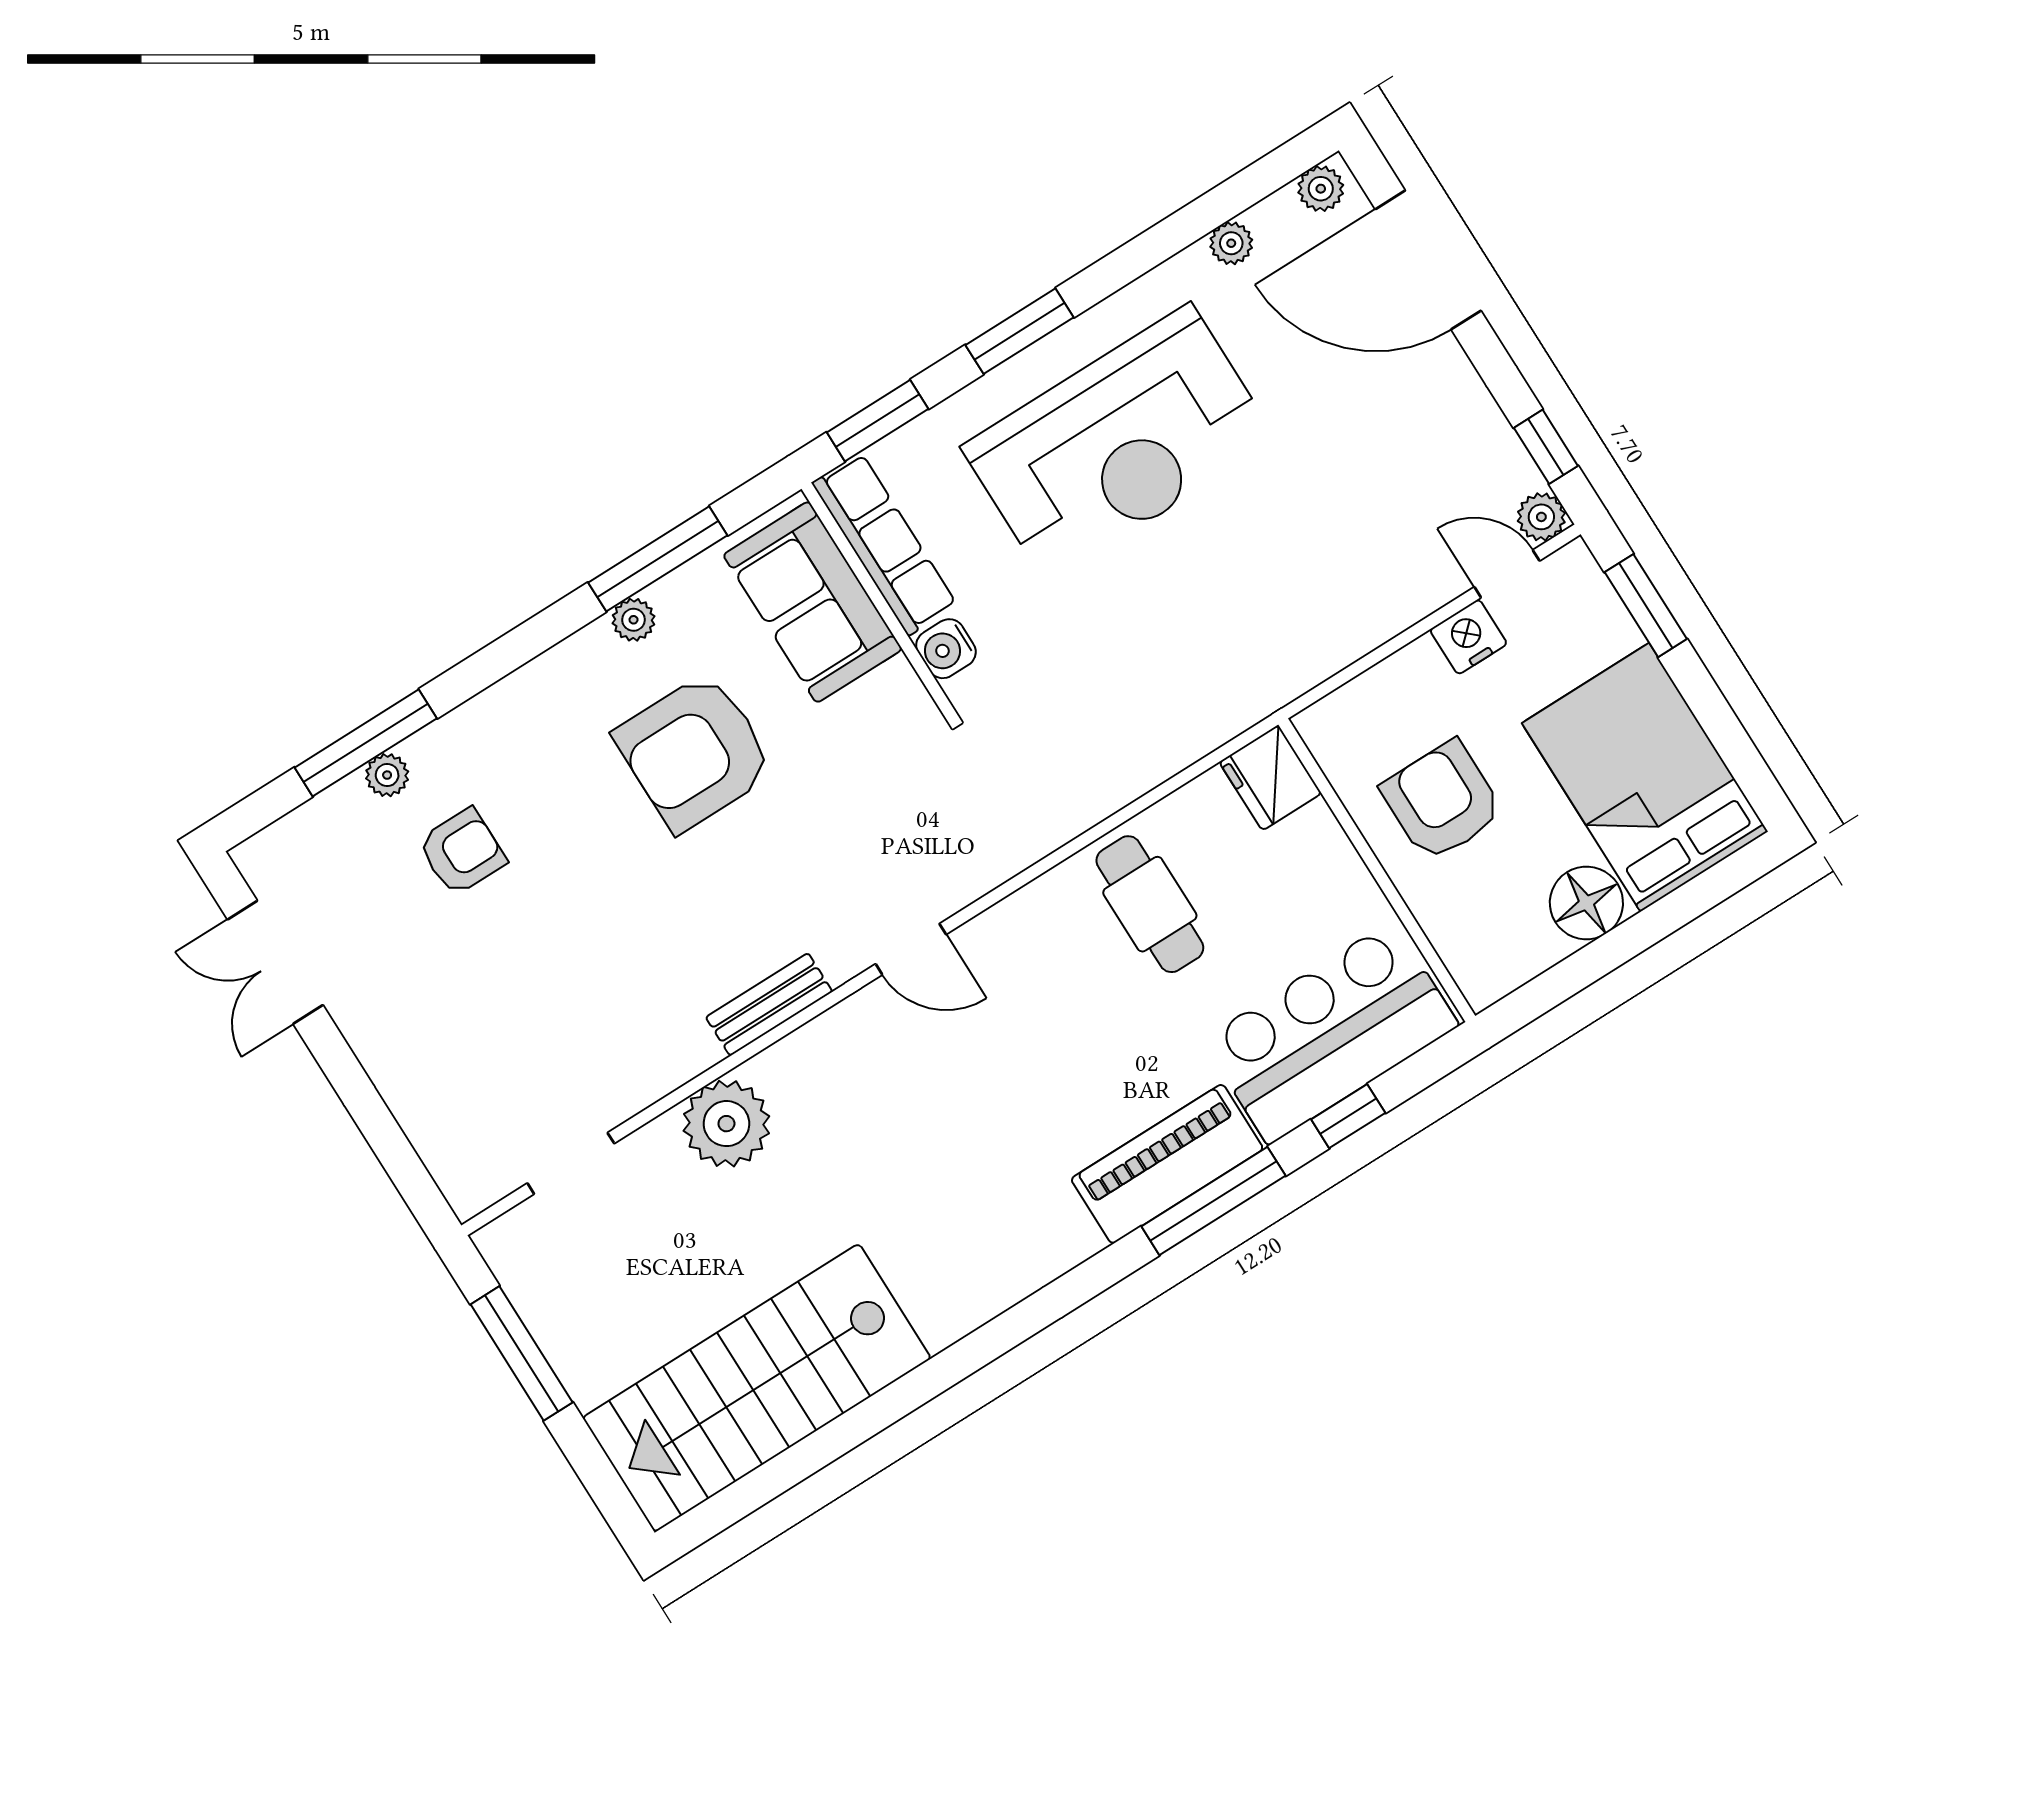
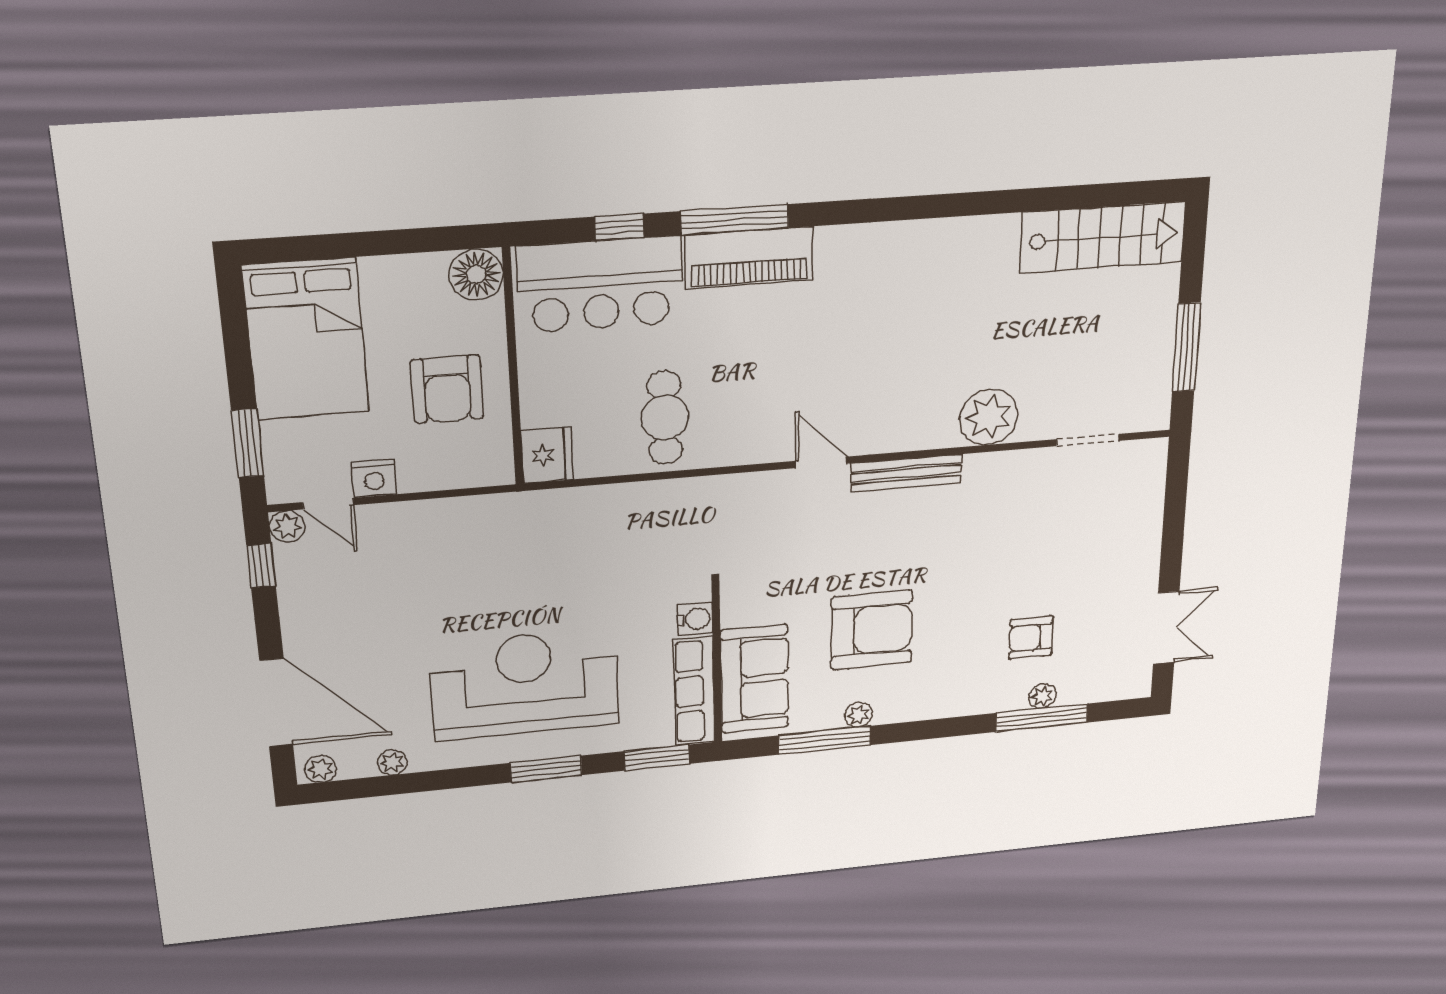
floor lamp: (1586, 903) -> (476, 275), moved
bench: (769, 1004) -> (906, 473), width x1.36
stairs: (757, 1388) -> (1103, 237), width x0.73, depth x0.66

